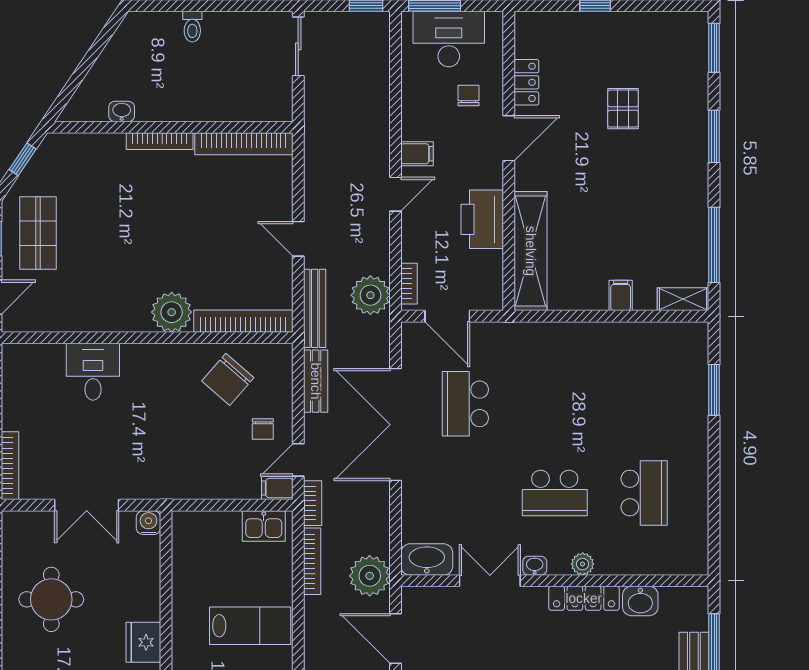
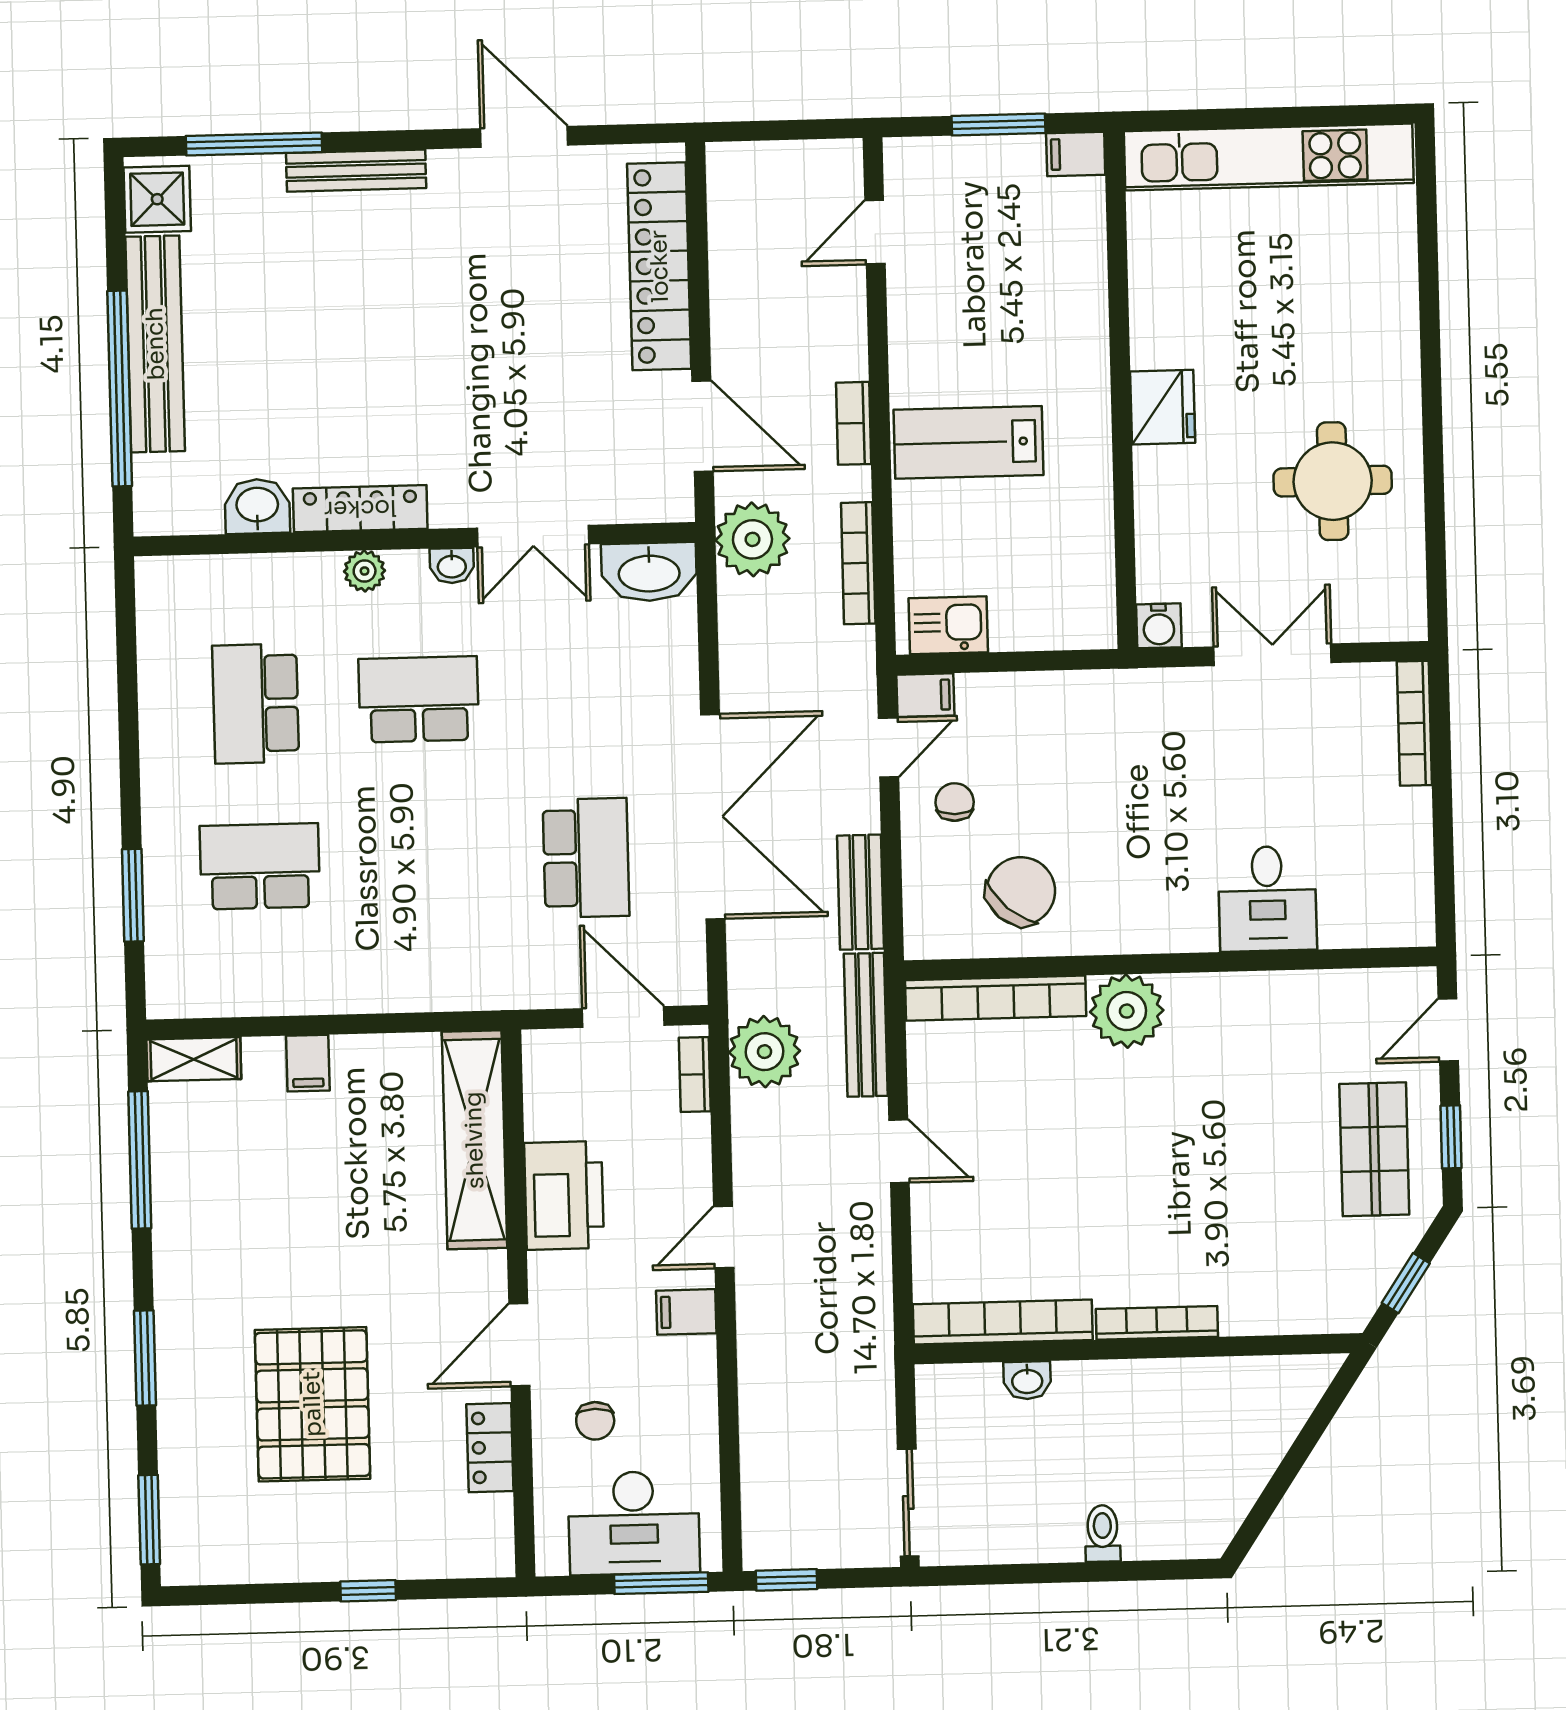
pallet: (623, 109) -> (312, 1404), width x2.05, depth x2.00
washbasin: (122, 111) -> (1027, 1380), moved
school desk: (644, 404) -> (260, 866), added
bookcase: (313, 503) -> (854, 423), moved

